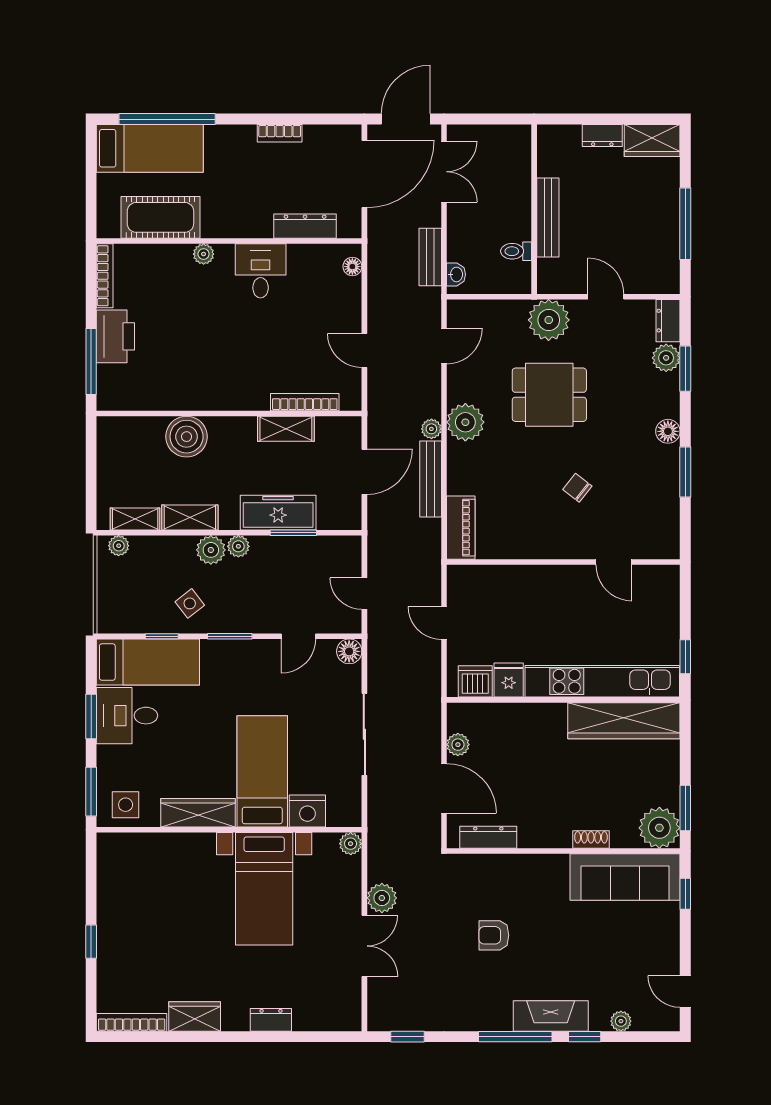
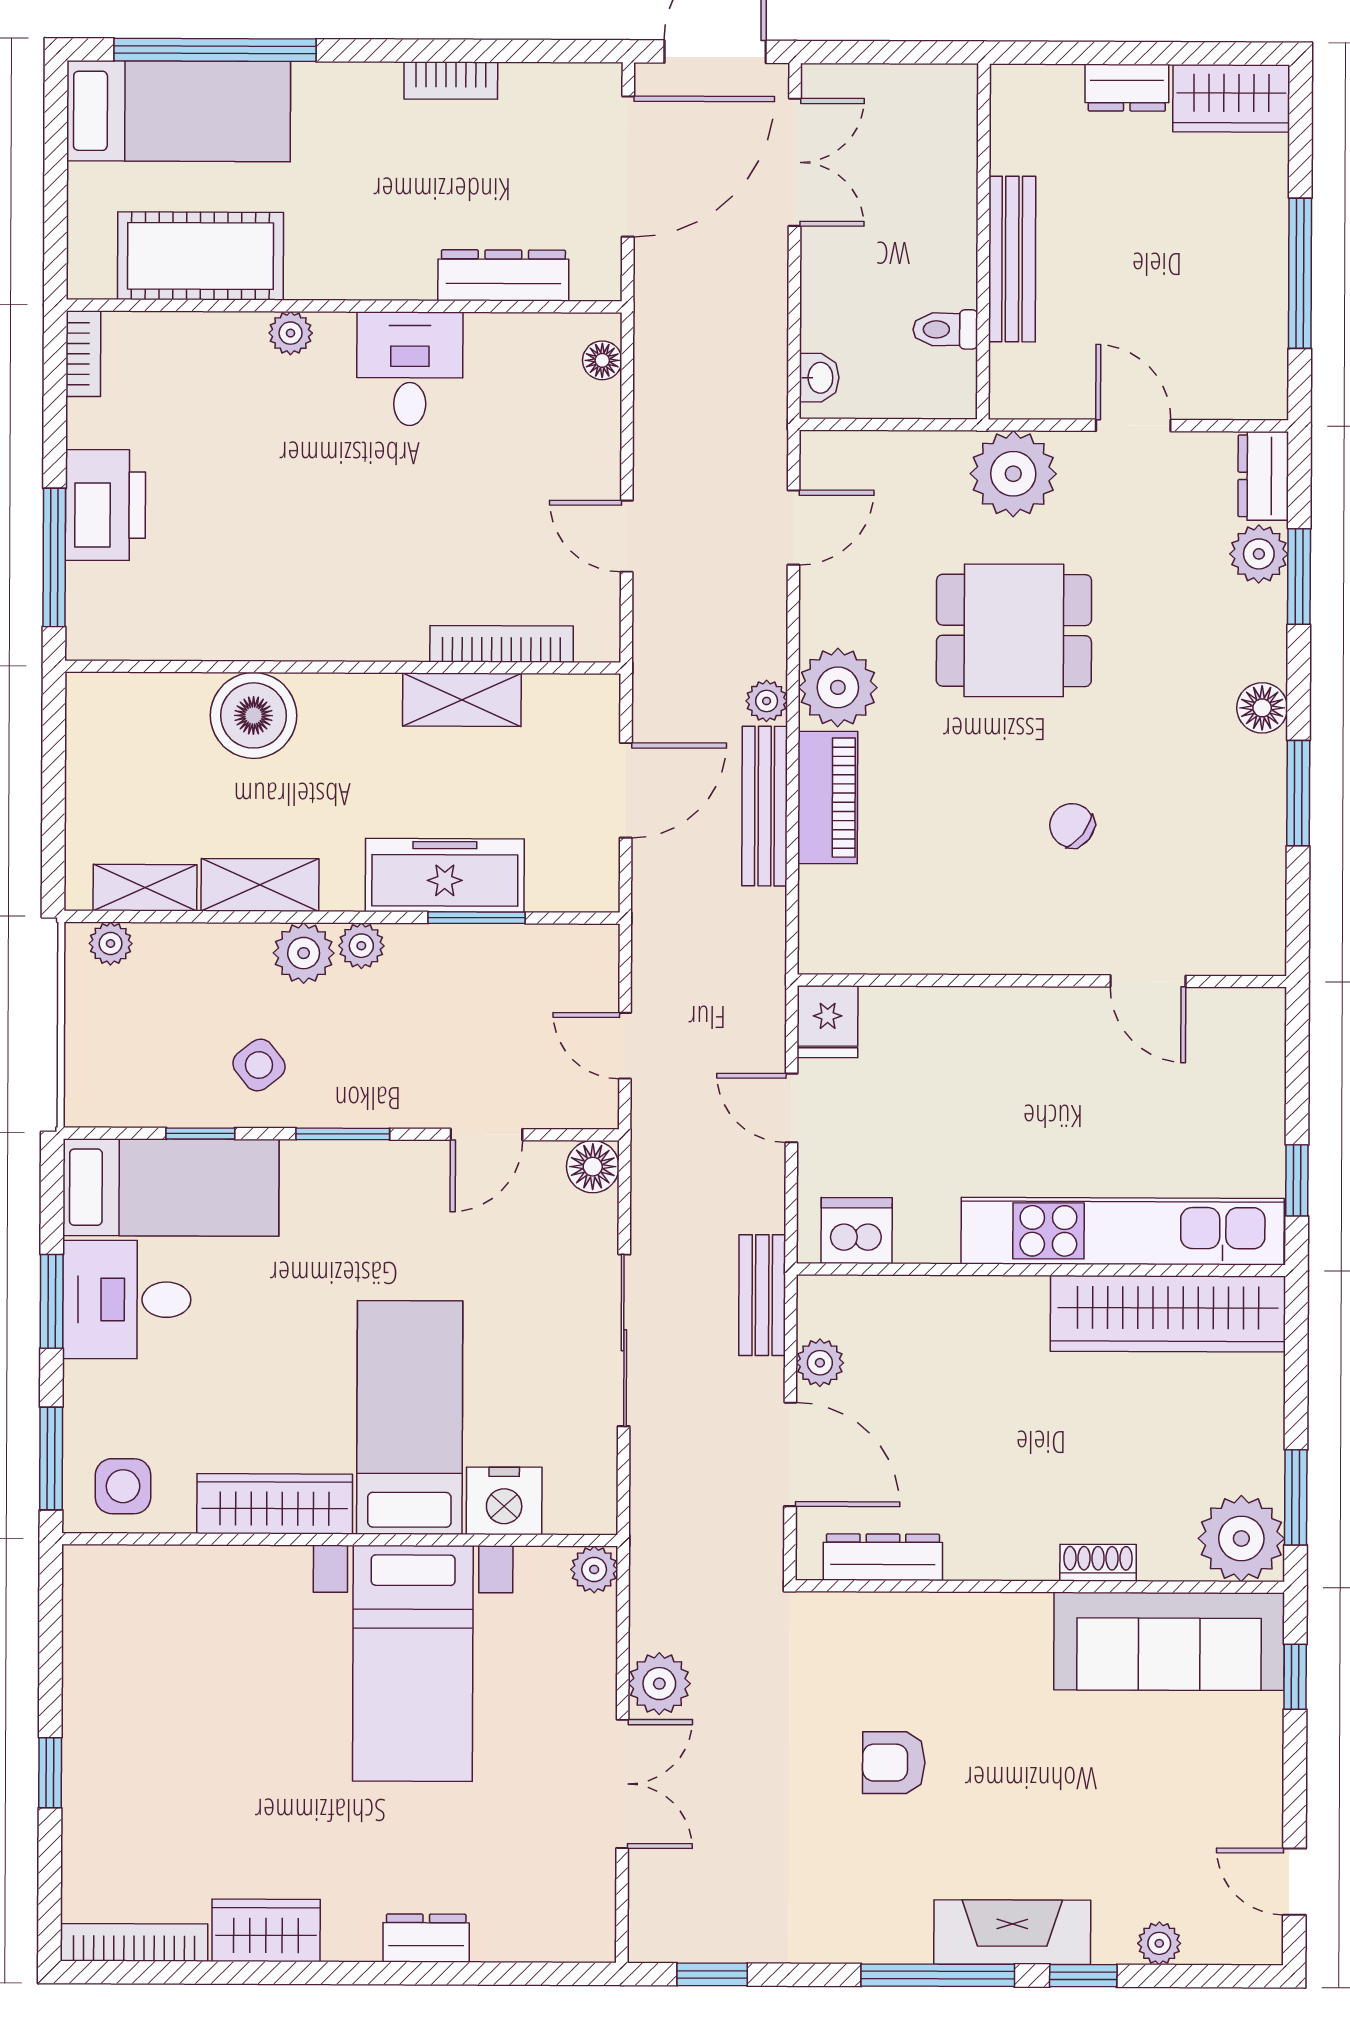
bench: (430, 257) -> (762, 1295), moved
bookcase: (105, 276) -> (83, 354), width x0.64
piano: (461, 528) -> (828, 797), moved
fridge: (509, 680) -> (828, 1022), moved, turned 180

